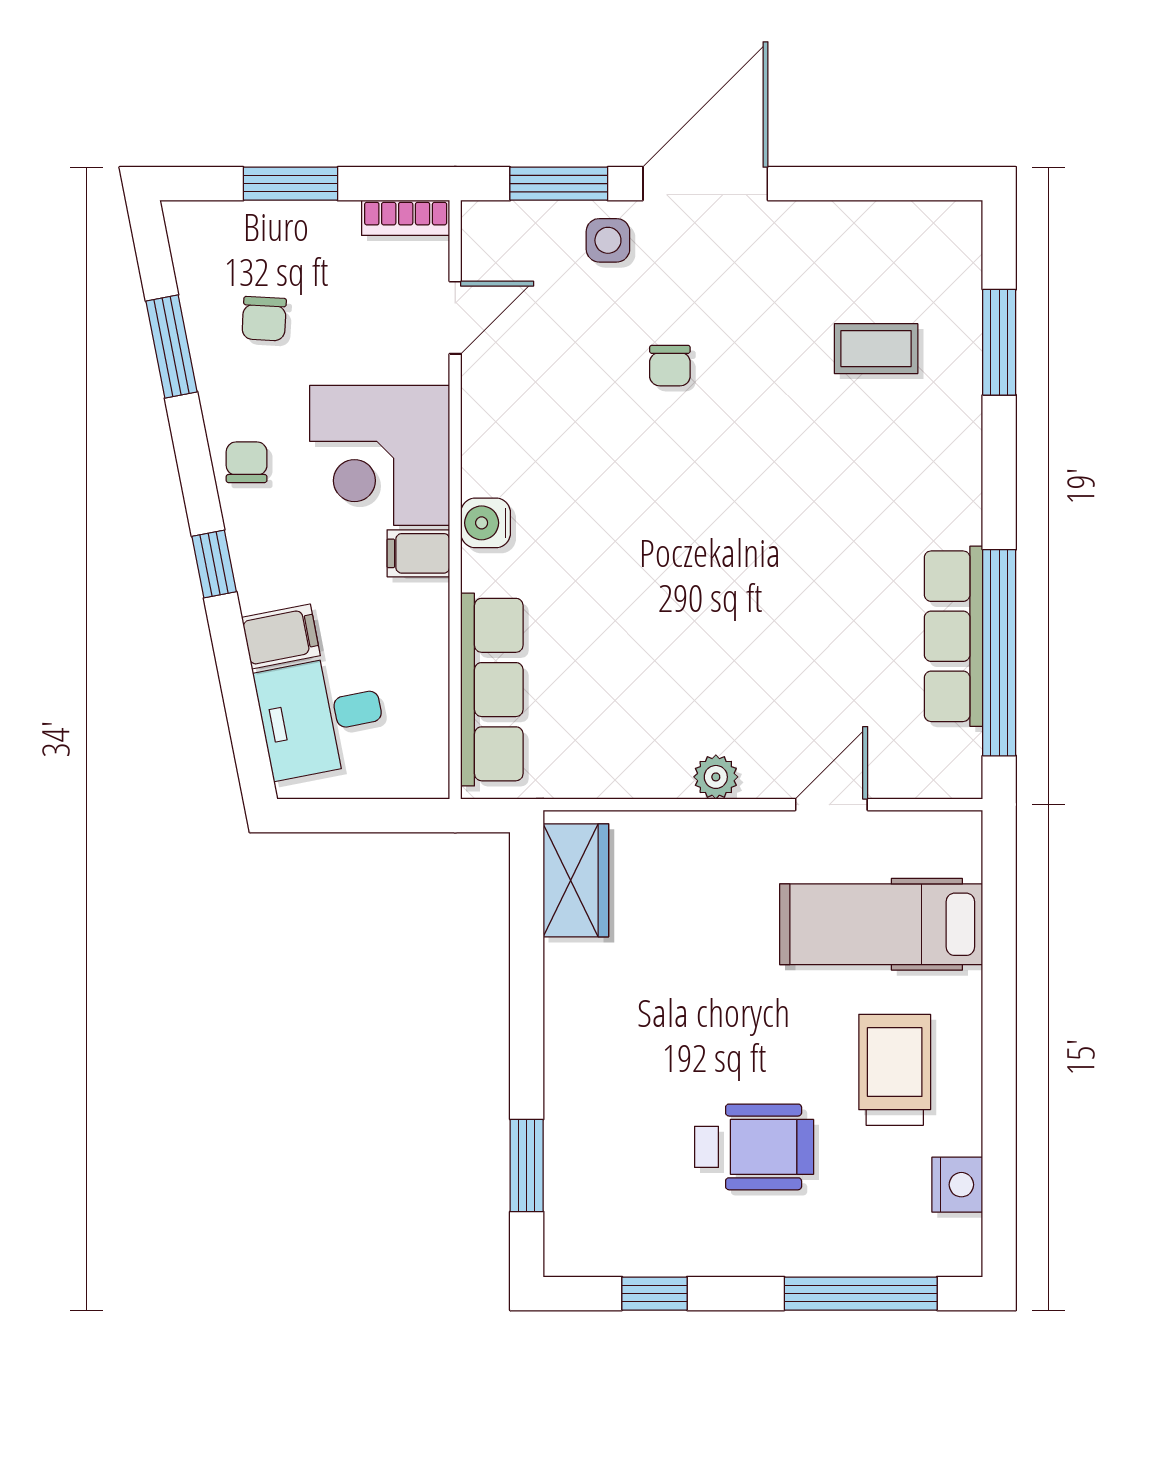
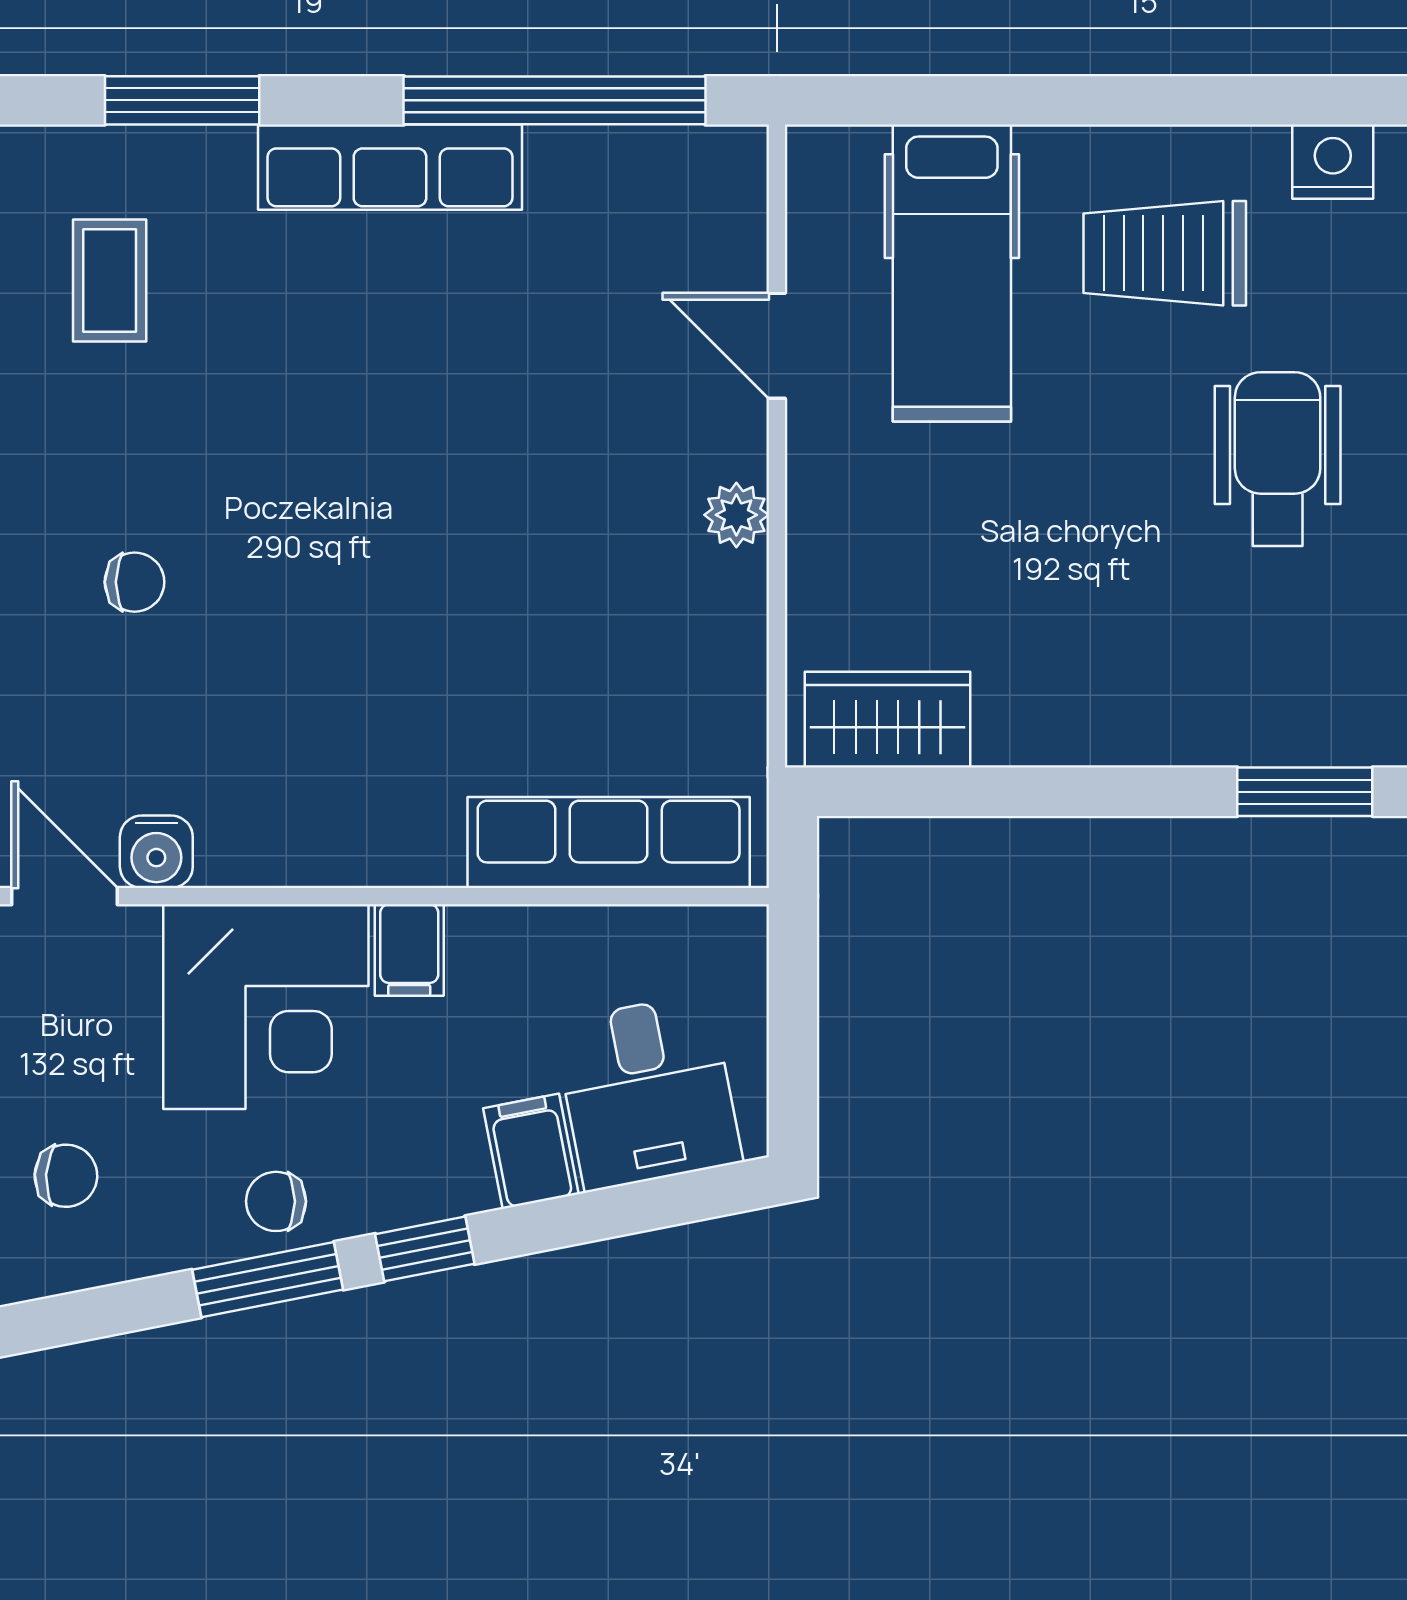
window: (999, 342) -> (182, 100), moved
window: (172, 346) -> (268, 1280), moved
water cooler: (486, 523) -> (156, 852), moved
row of seats: (954, 636) -> (390, 167), moved

